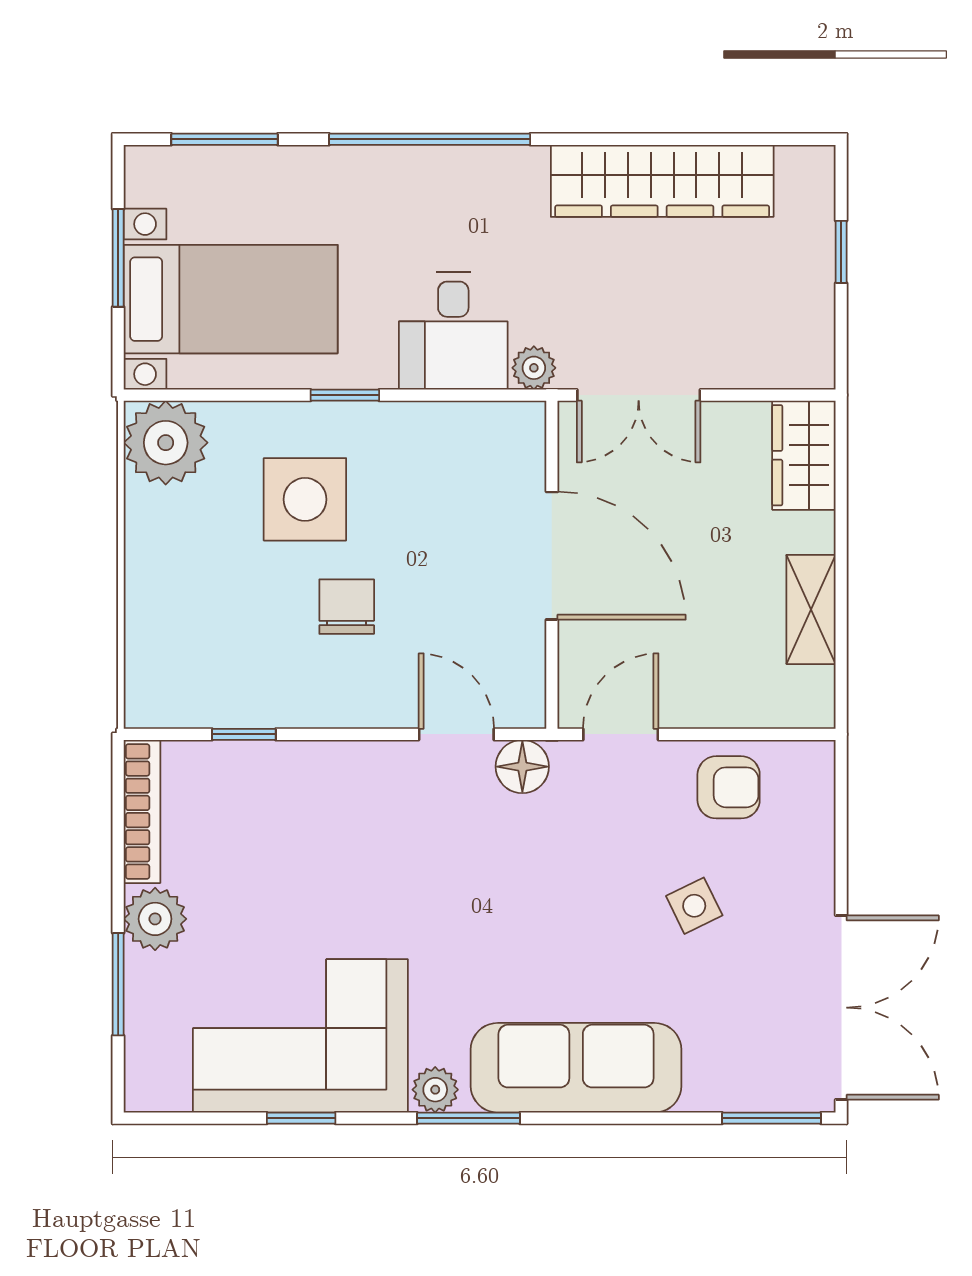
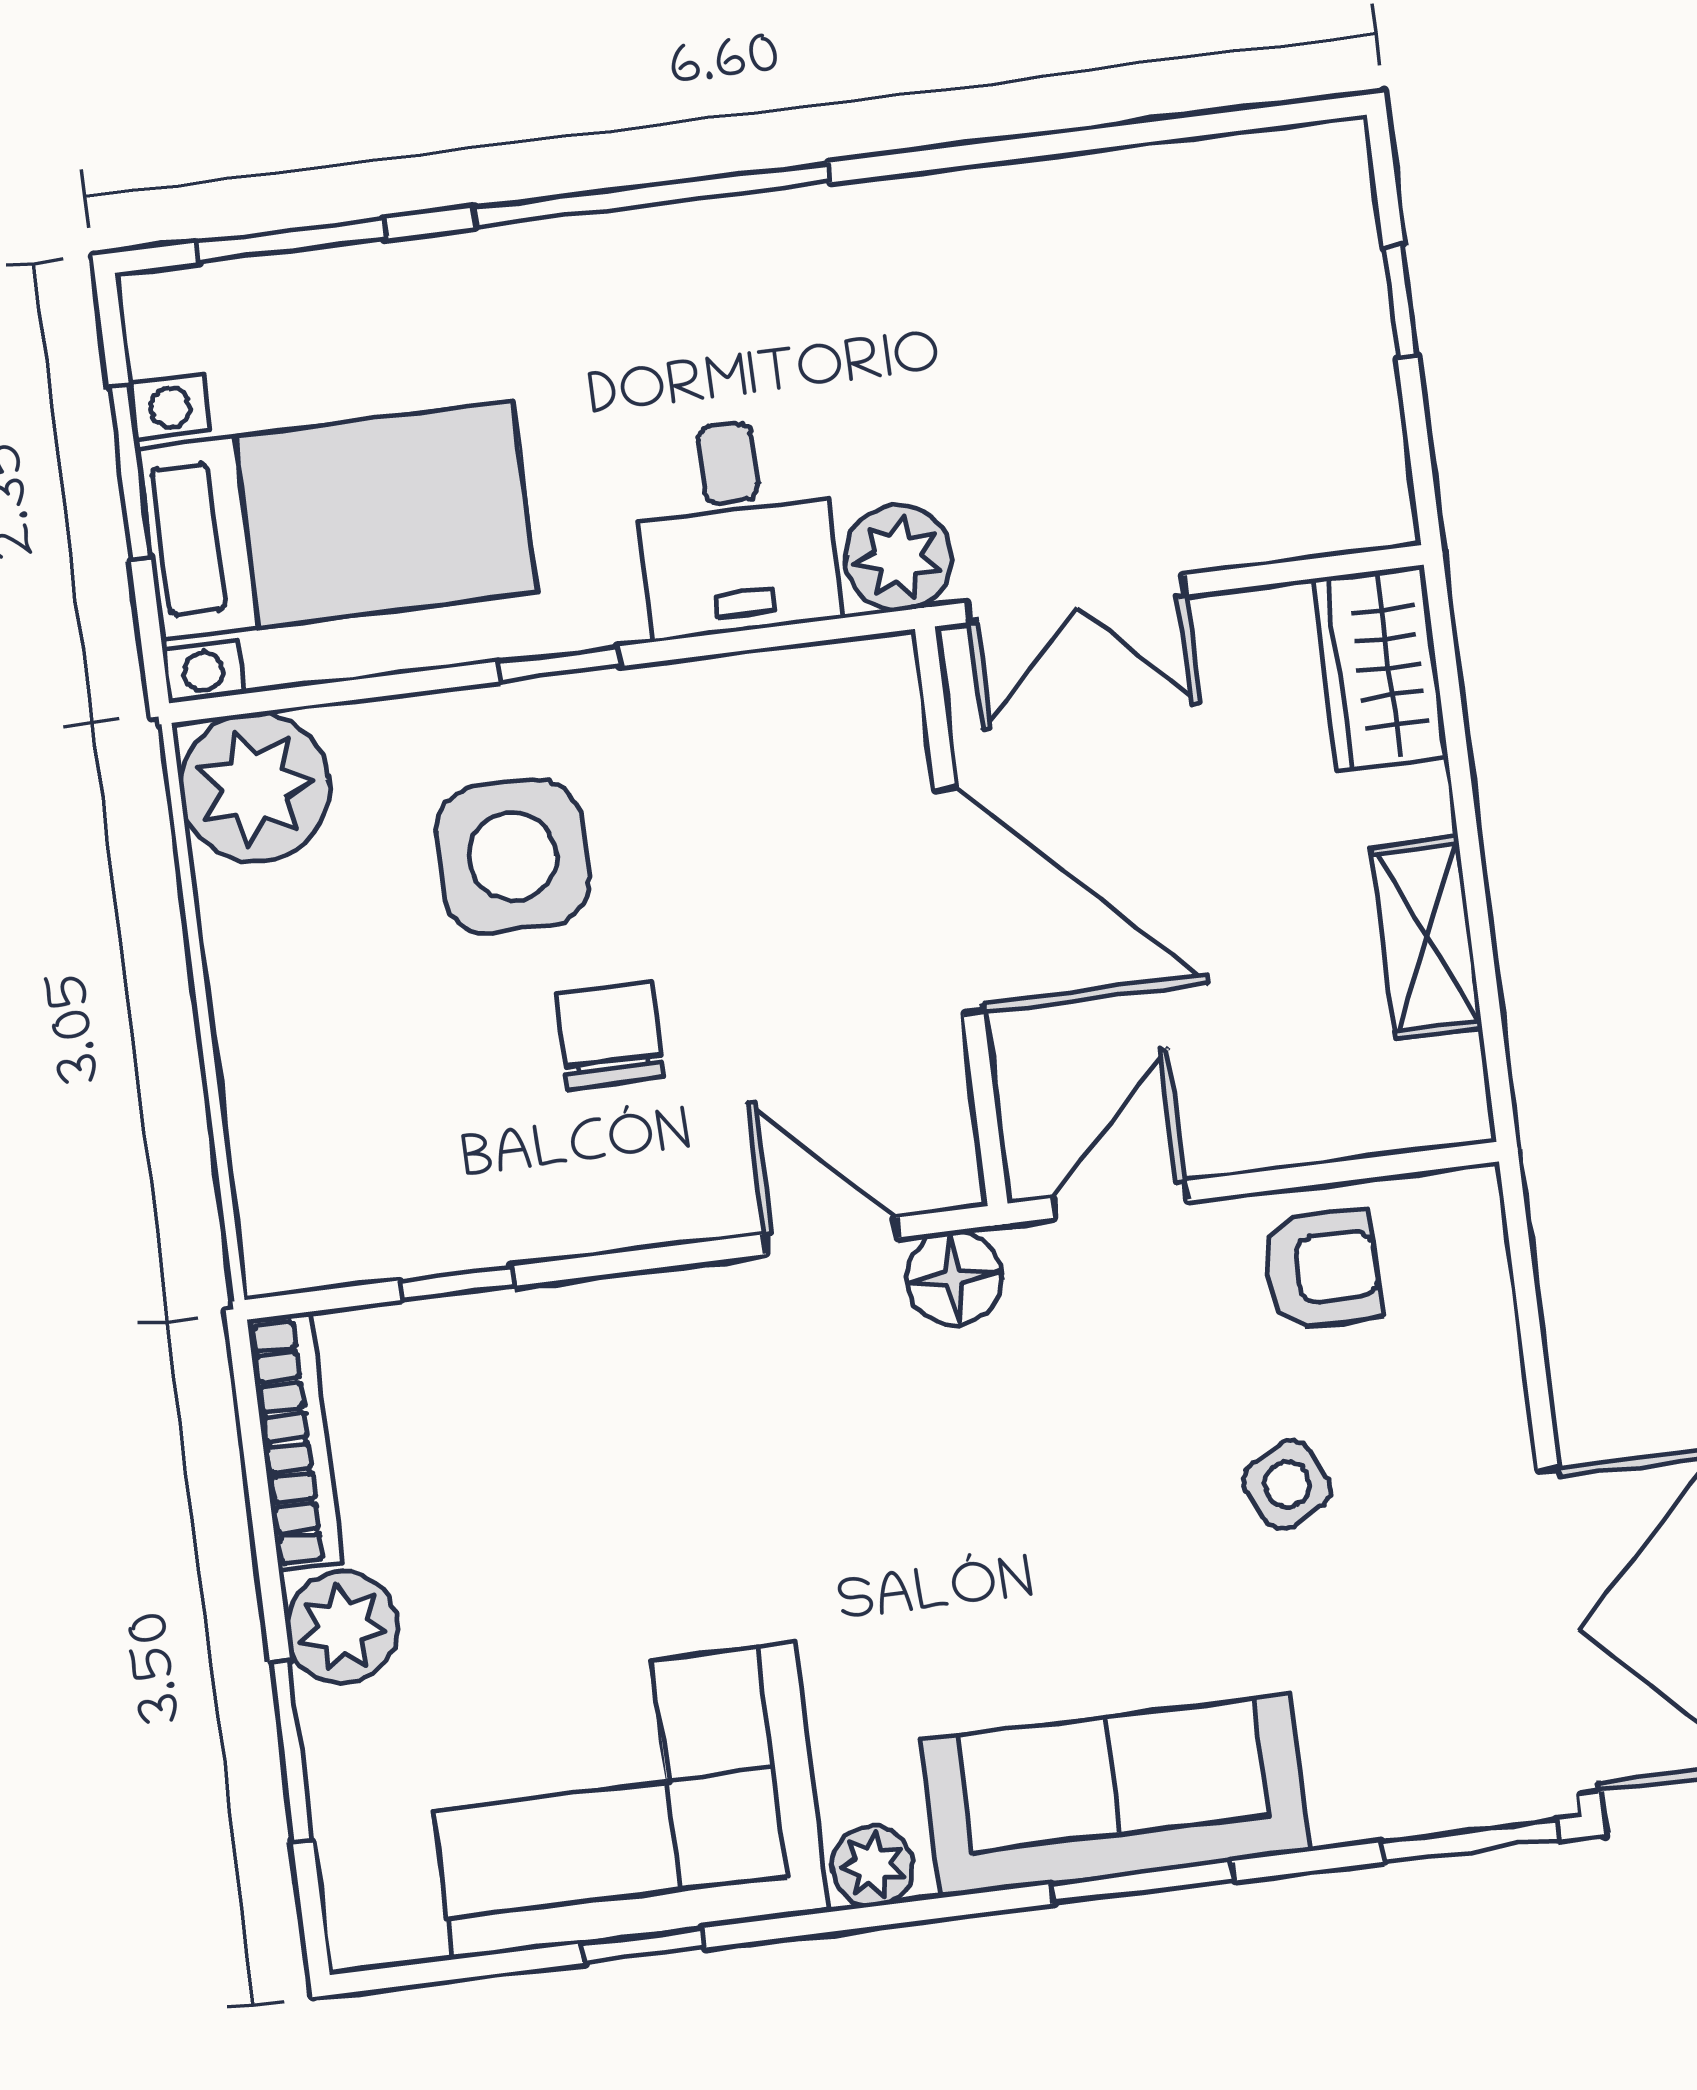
wardrobe: (662, 181) -> (1070, 217), removed
plant: (534, 368) -> (898, 558), width x1.38, depth x1.38
window: (469, 1118) -> (1142, 1882), moved

